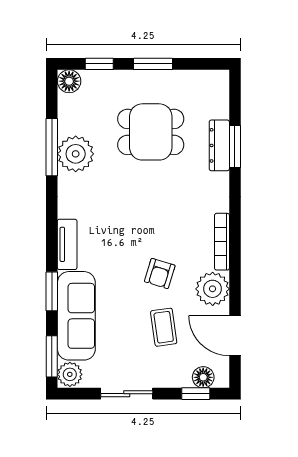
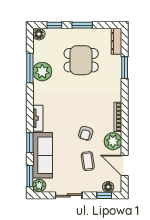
dresser: (219, 145) -> (116, 41), moved

